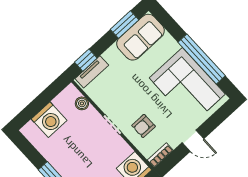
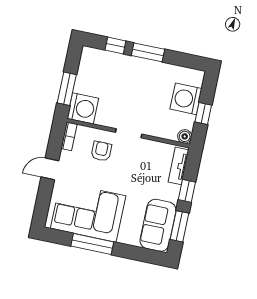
window: (202, 59) -> (92, 244), width x0.68
window: (86, 60) -> (187, 191), moved
window: (44, 99) -> (203, 114), added
boiler: (82, 103) -> (185, 136), moved

